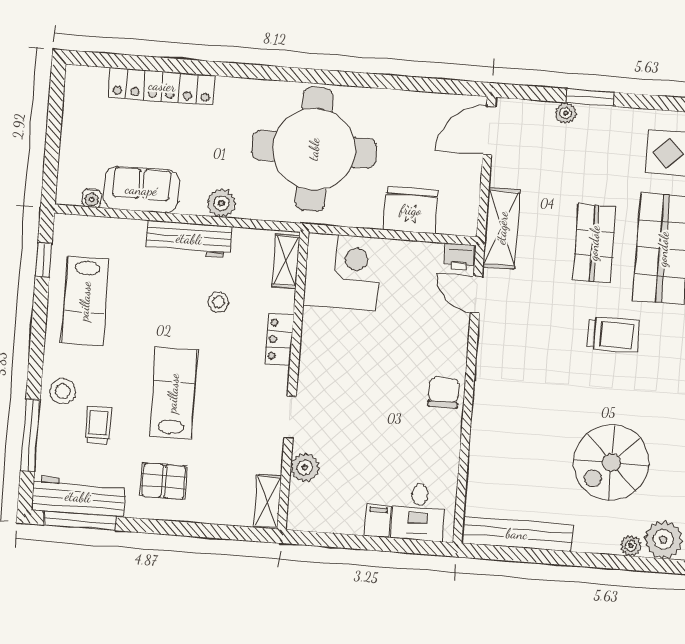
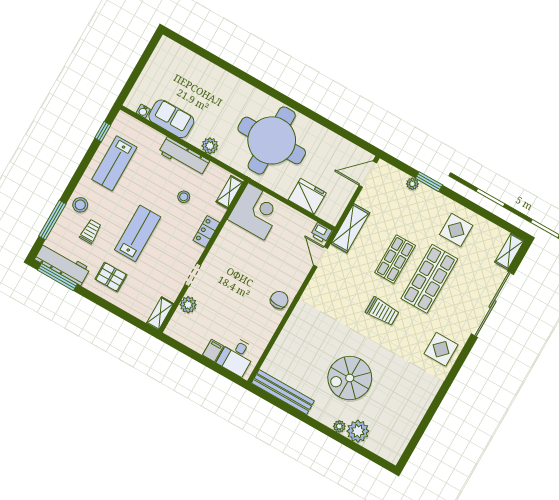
locker: (162, 86) -> (208, 70), removed

